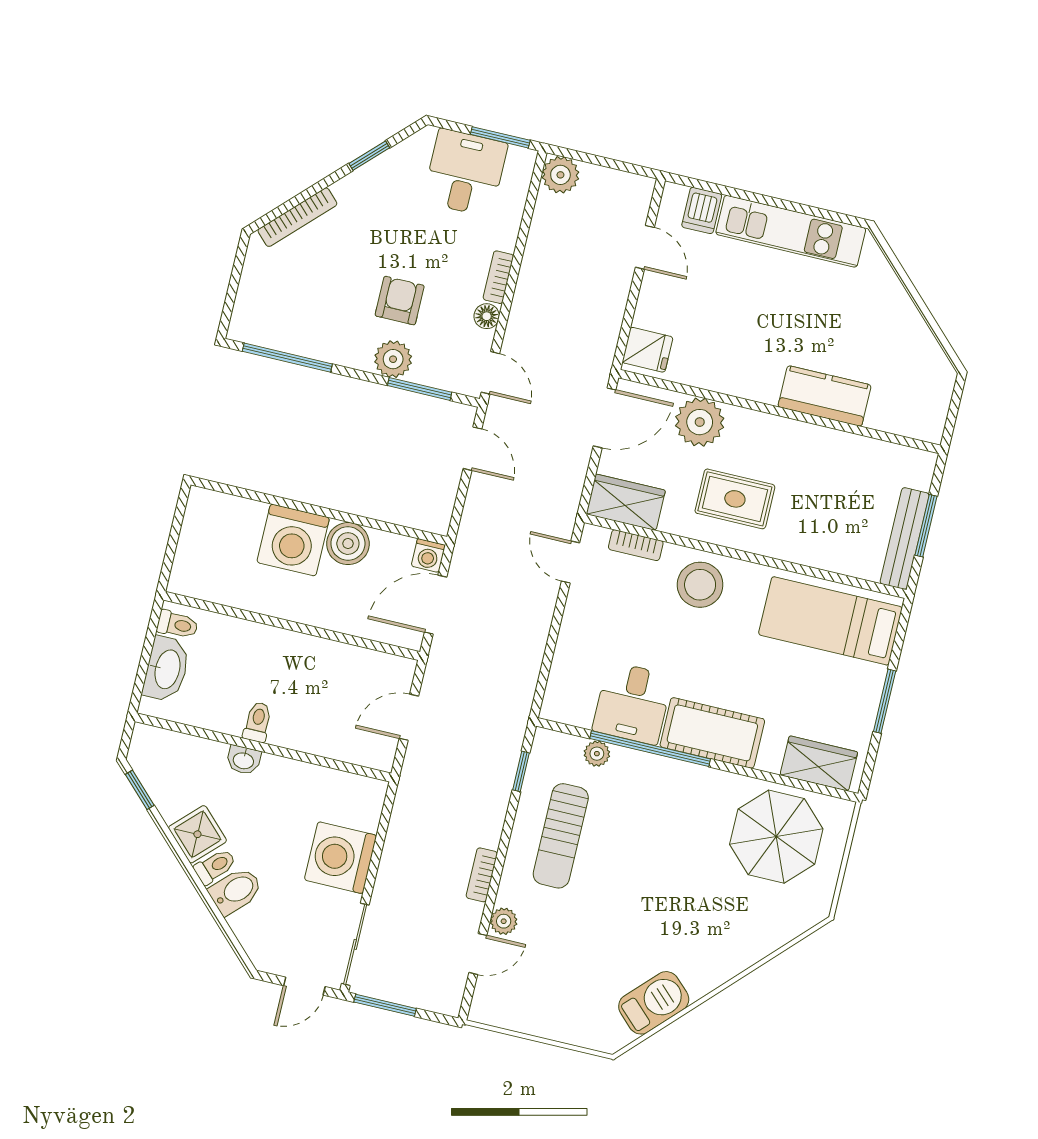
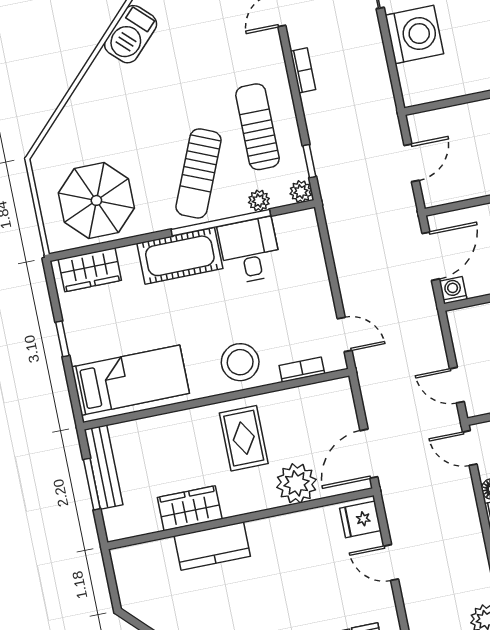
door: (645, 247) -> (391, 563), moved
rug: (735, 499) -> (244, 438), turned 90
wardrobe: (626, 502) -> (190, 508), moved, turned 180
window: (885, 701) -> (62, 339), width x0.67
sun lounger: (650, 814) -> (199, 173), added
plant: (504, 921) -> (301, 192), moved

